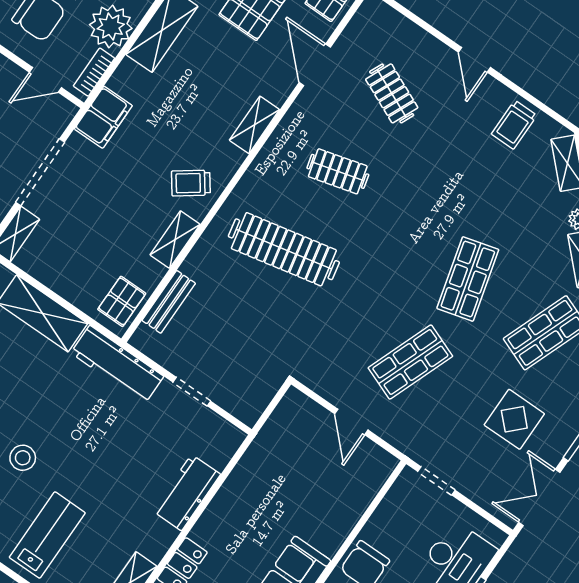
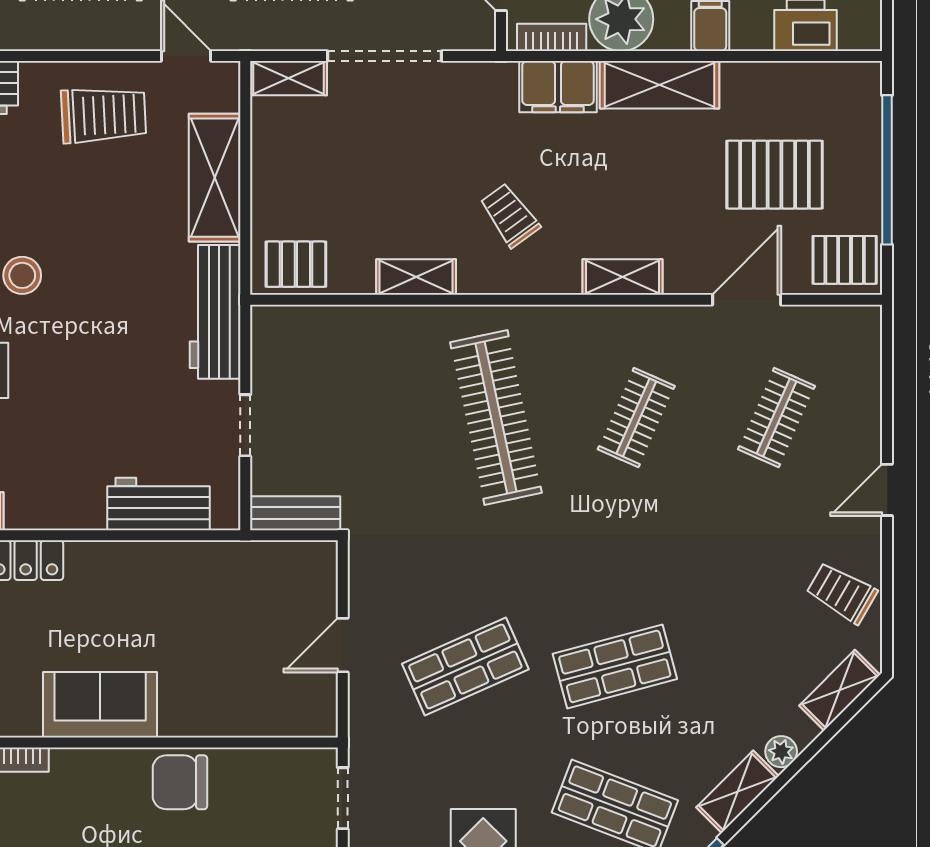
filing cabinet: (103, 117) -> (558, 87), moved
trolley: (514, 125) -> (842, 593), turned 30
clothes rail: (338, 171) -> (636, 418), turned 39
trolley: (191, 183) -> (510, 215), moved
bench: (169, 302) -> (295, 513), moved
shop shelf: (410, 362) -> (465, 666), turned -45
workbench: (187, 493) -> (158, 504), moved

